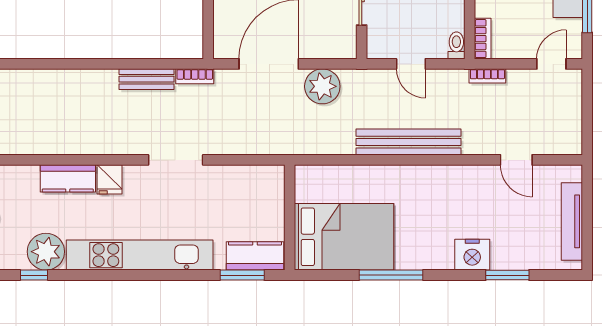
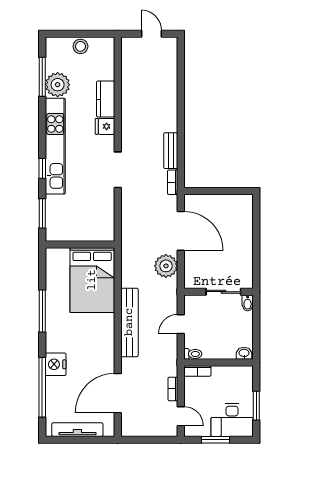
bookcase: (487, 76) -> (173, 389), moved
door: (516, 160) -> (118, 393), width x1.87
bed: (344, 237) -> (92, 280), moved
kitchen counter: (255, 256) -> (55, 222), removed
window: (34, 275) -> (42, 77), width x2.17
window: (173, 275) -> (42, 168), added
window: (507, 275) -> (42, 387), width x2.11

